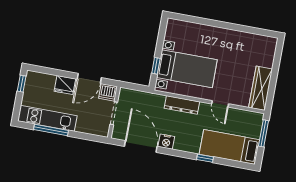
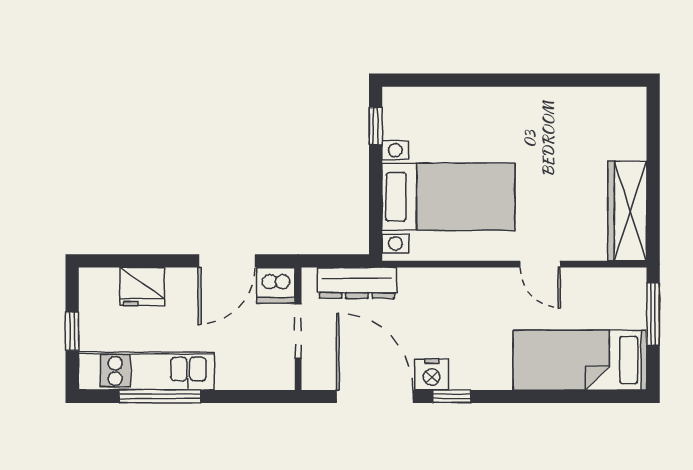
window: (156, 66) -> (376, 126), moved
window: (22, 84) -> (72, 331), moved
fridge: (65, 85) -> (142, 287), moved
dresser: (182, 105) -> (357, 283), moved
window: (205, 158) -> (452, 396), moved

